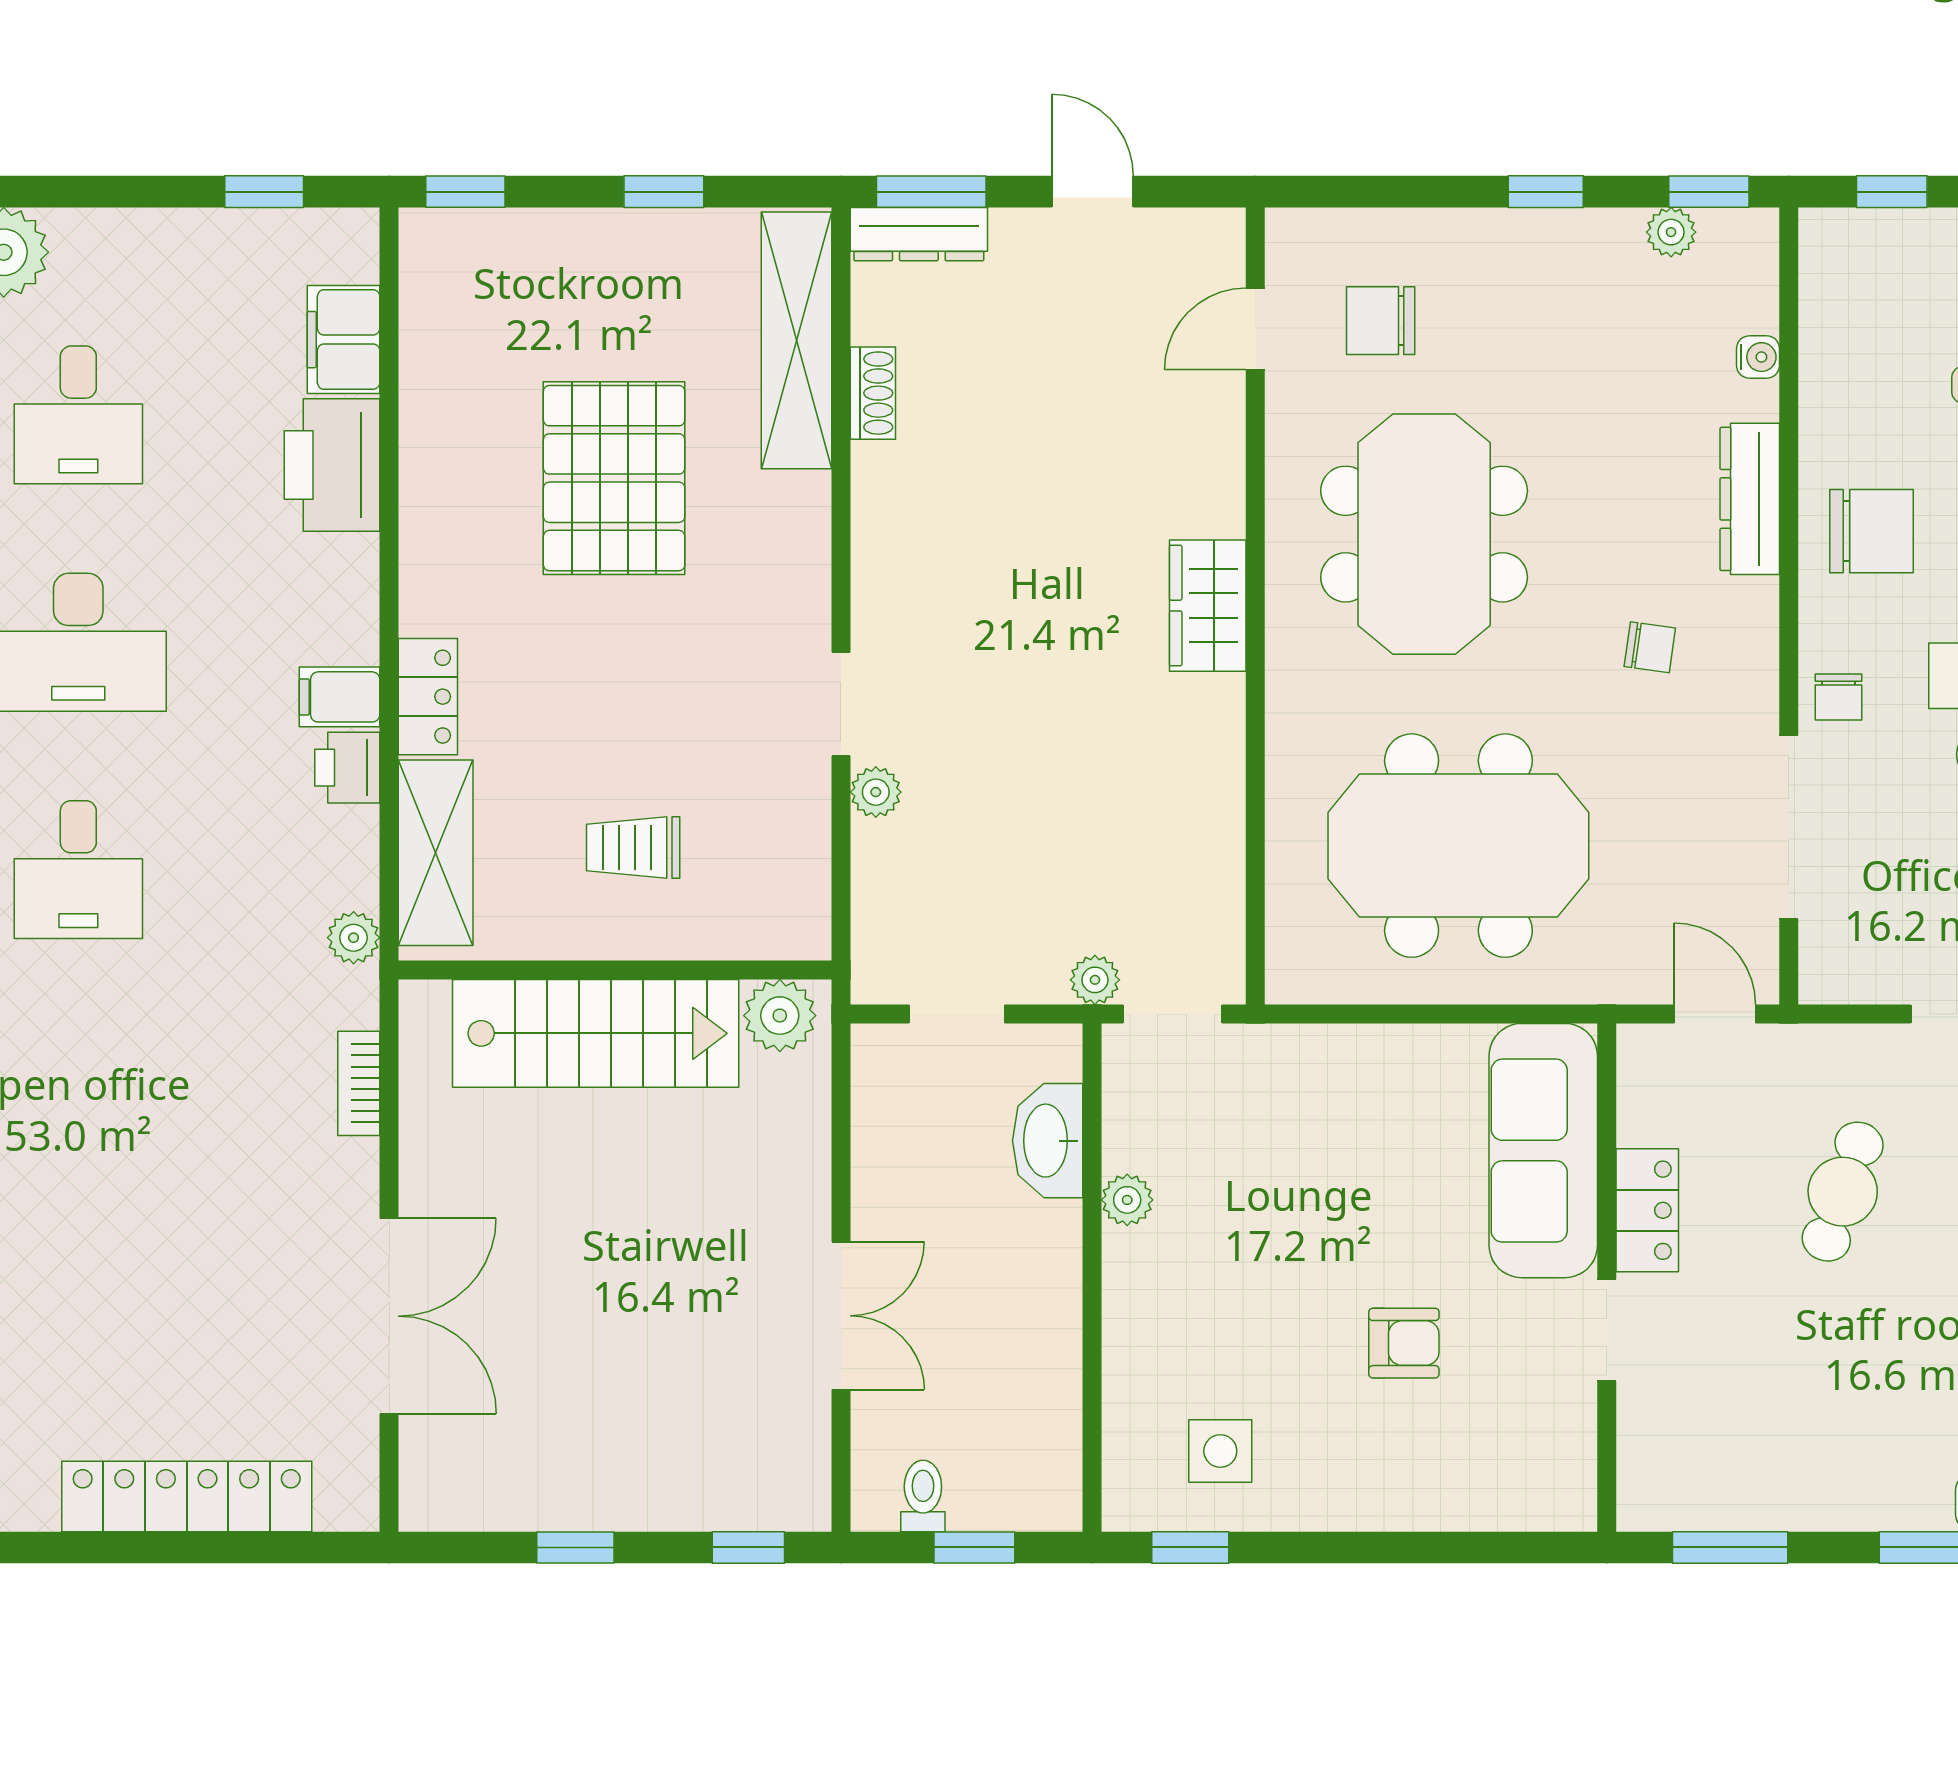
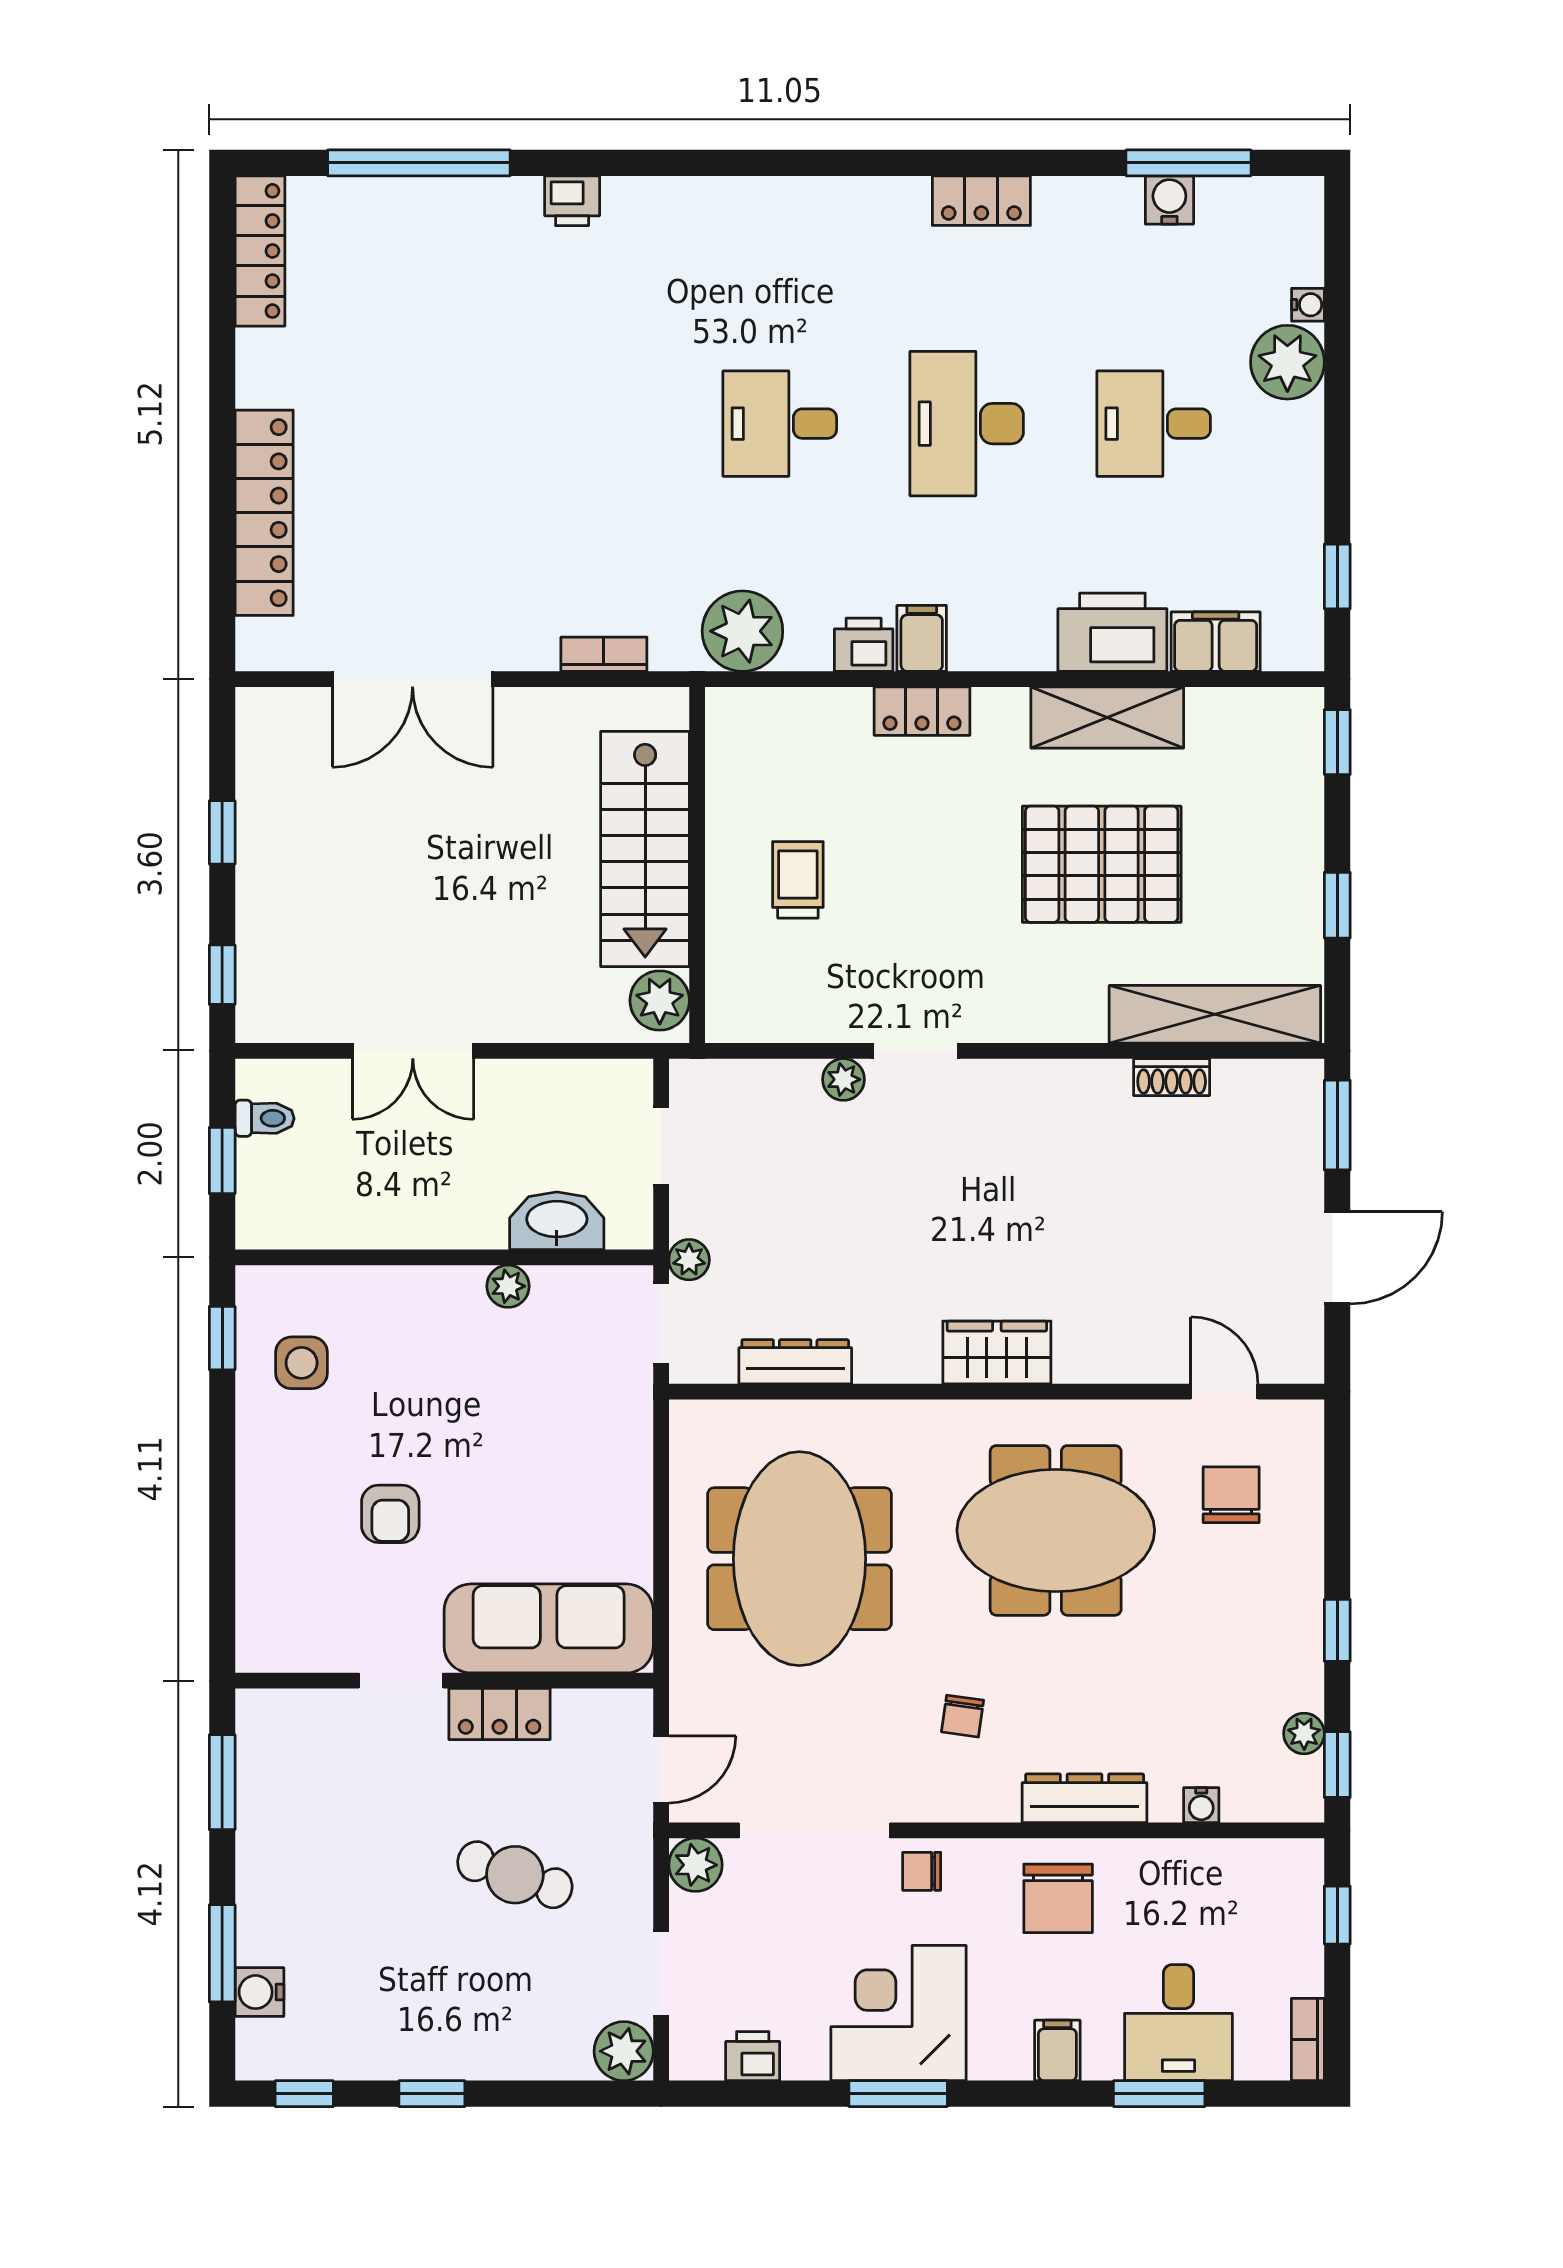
door: (1093, 192) -> (1337, 1258), width x1.38
dresser: (919, 234) -> (795, 1362), moved, turned 90
shelving: (436, 853) -> (1107, 717), moved
plant: (354, 938) -> (742, 631), width x1.88, depth x1.88
plant: (1831, 972) -> (695, 1865), added

